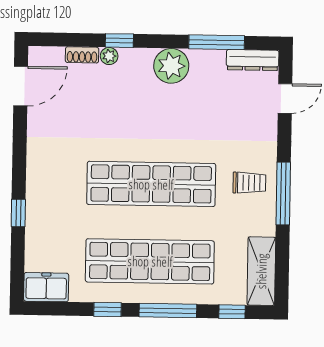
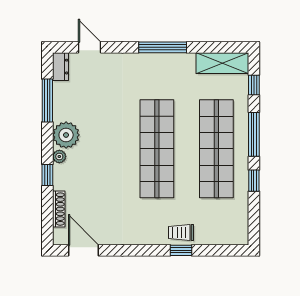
shoe rack: (82, 55) -> (59, 209), width x1.43
plant: (109, 56) -> (59, 156), moved
dresser: (253, 60) -> (60, 67), width x0.70
trolley: (249, 183) -> (181, 232), moved, turned -90
freezer: (46, 287) -> (238, 228), removed

